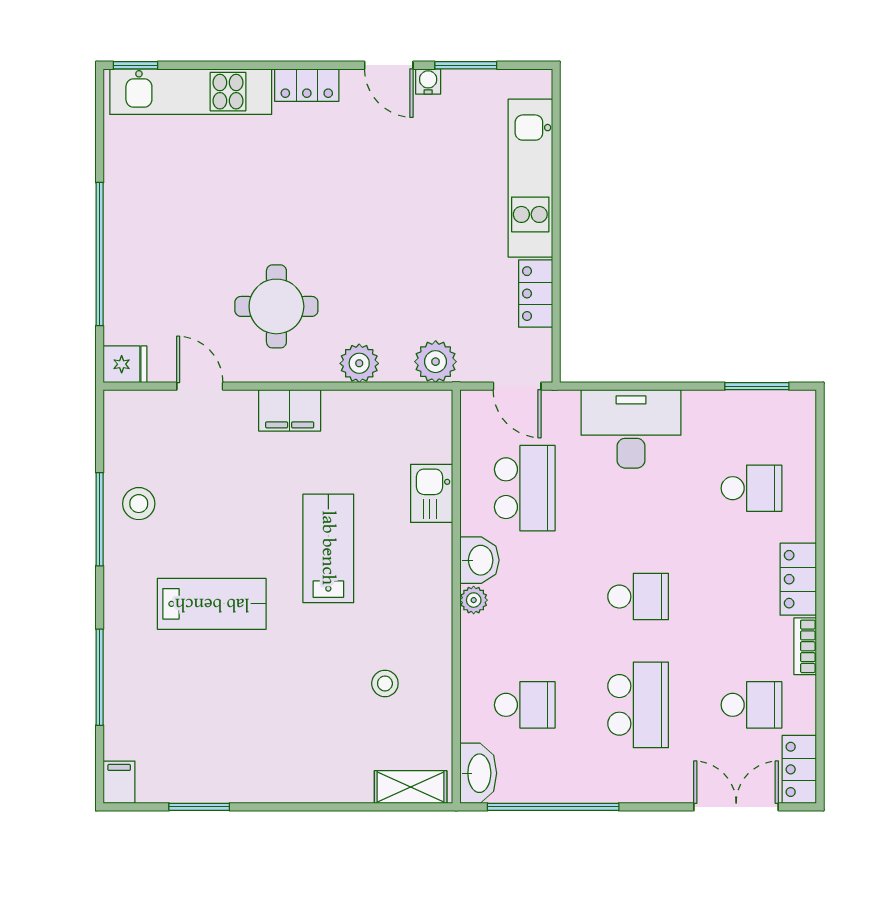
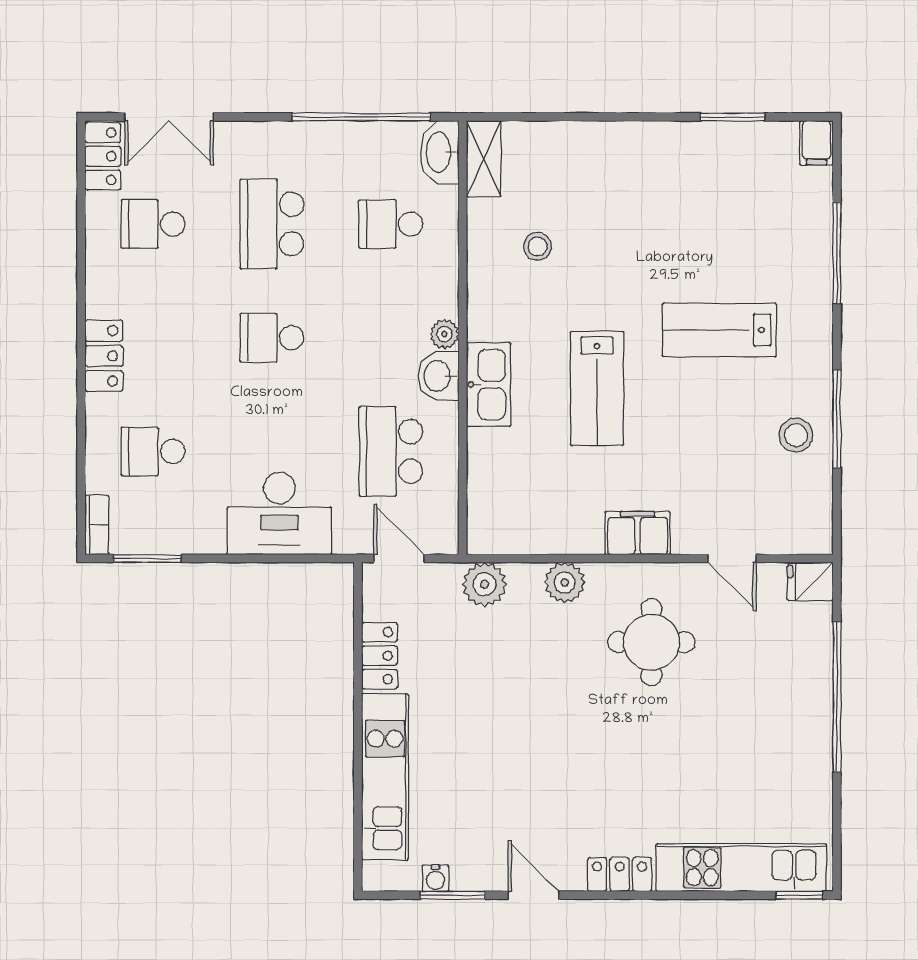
water cooler: (428, 81) -> (435, 878), moved
kitchen sink: (432, 493) -> (489, 385), moved, width x1.38
bookcase: (805, 646) -> (97, 525), moved
shelving: (411, 787) -> (484, 159), moved, turned 90

